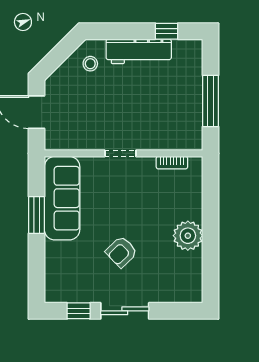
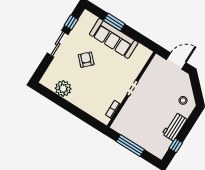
workbench: (139, 51) -> (175, 127), width x0.73
sofa: (62, 198) -> (114, 38), moved
window: (36, 215) -> (114, 22), moved
plant: (188, 236) -> (63, 88), moved

